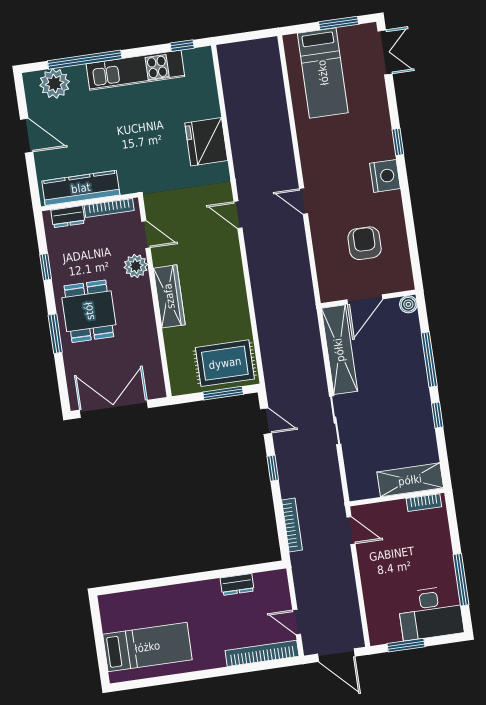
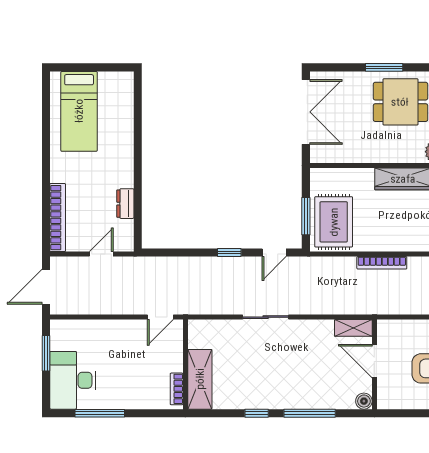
shelving: (339, 350) -> (353, 328), width x0.45, depth x0.75
bookcase: (292, 525) -> (382, 263), moved
door: (297, 622) -> (101, 254), moved

